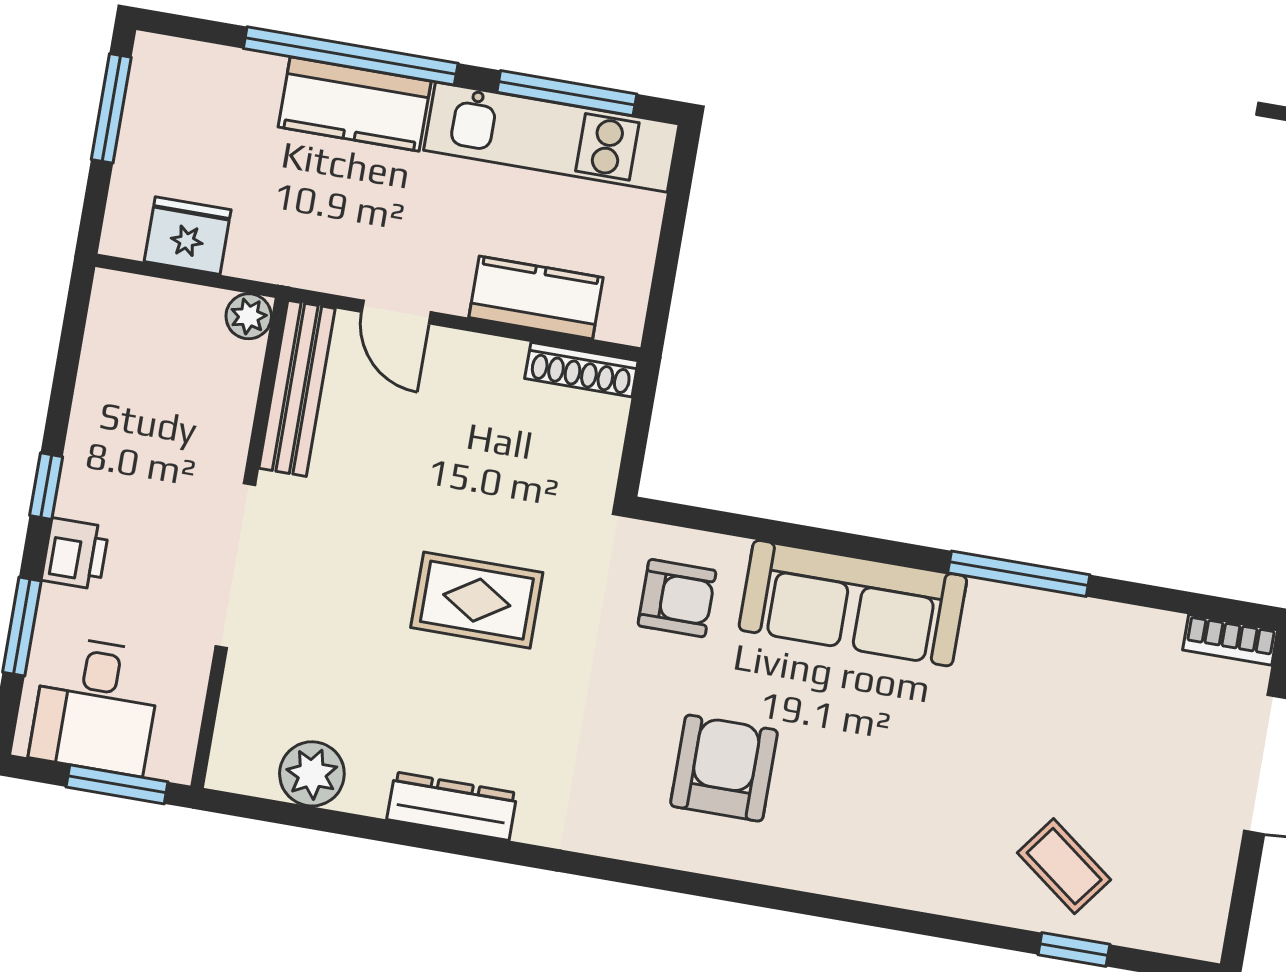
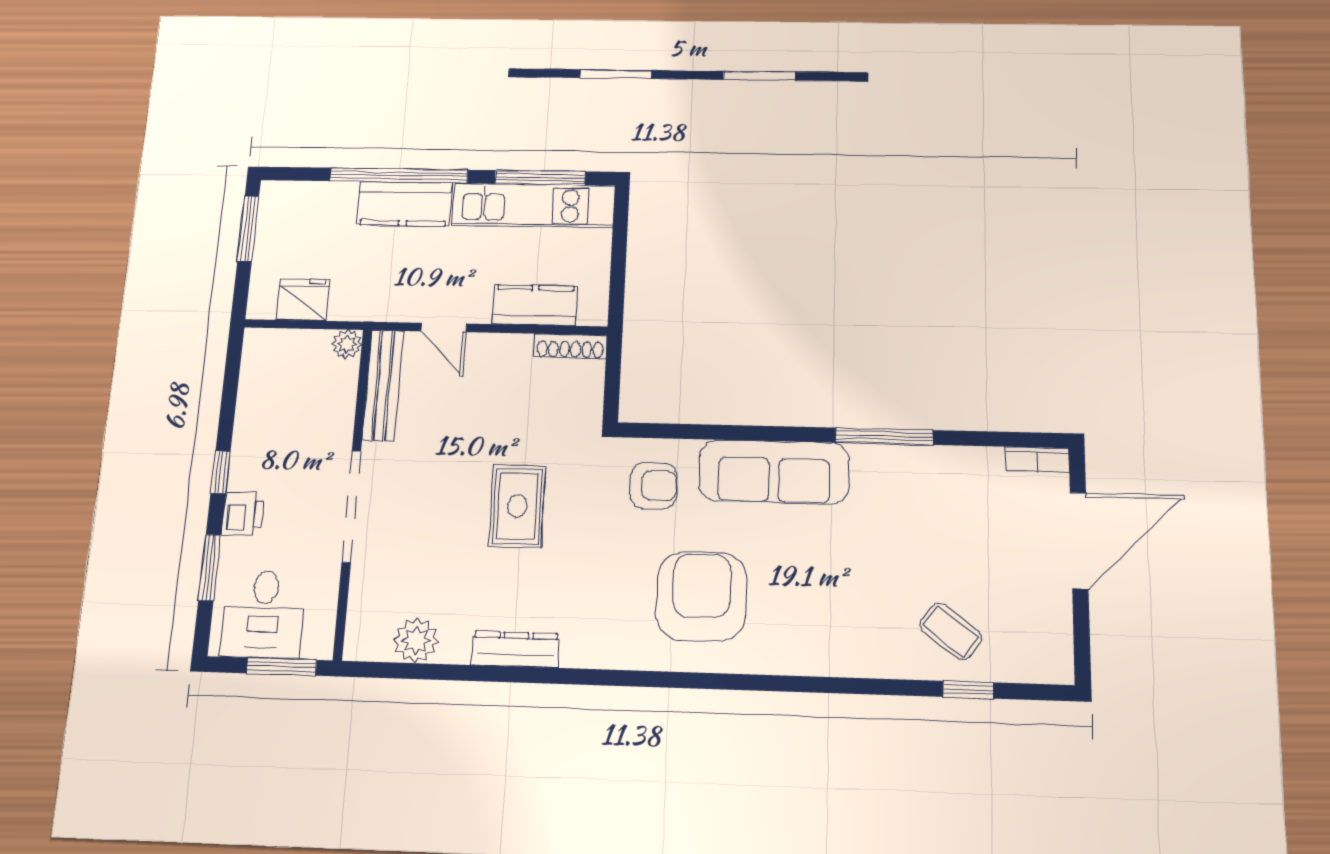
rug: (477, 600) -> (517, 506), turned 90
armchair: (724, 768) -> (701, 596), width x1.36, depth x1.36

